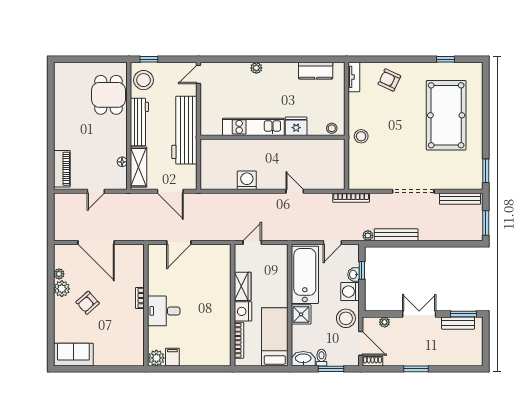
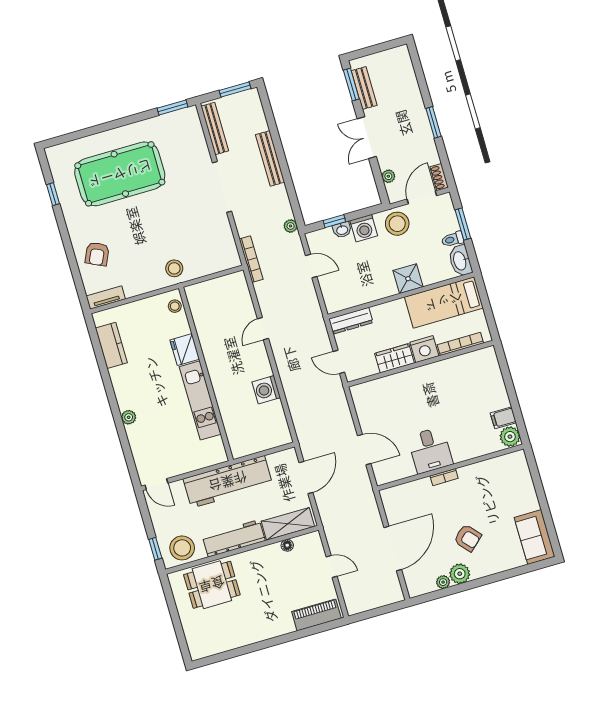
bench: (396, 235) -> (270, 158), moved
dresser: (281, 261) -> (351, 321), added
bathtub: (305, 275) -> (359, 288), removed
desk: (164, 311) -> (430, 450), moved

